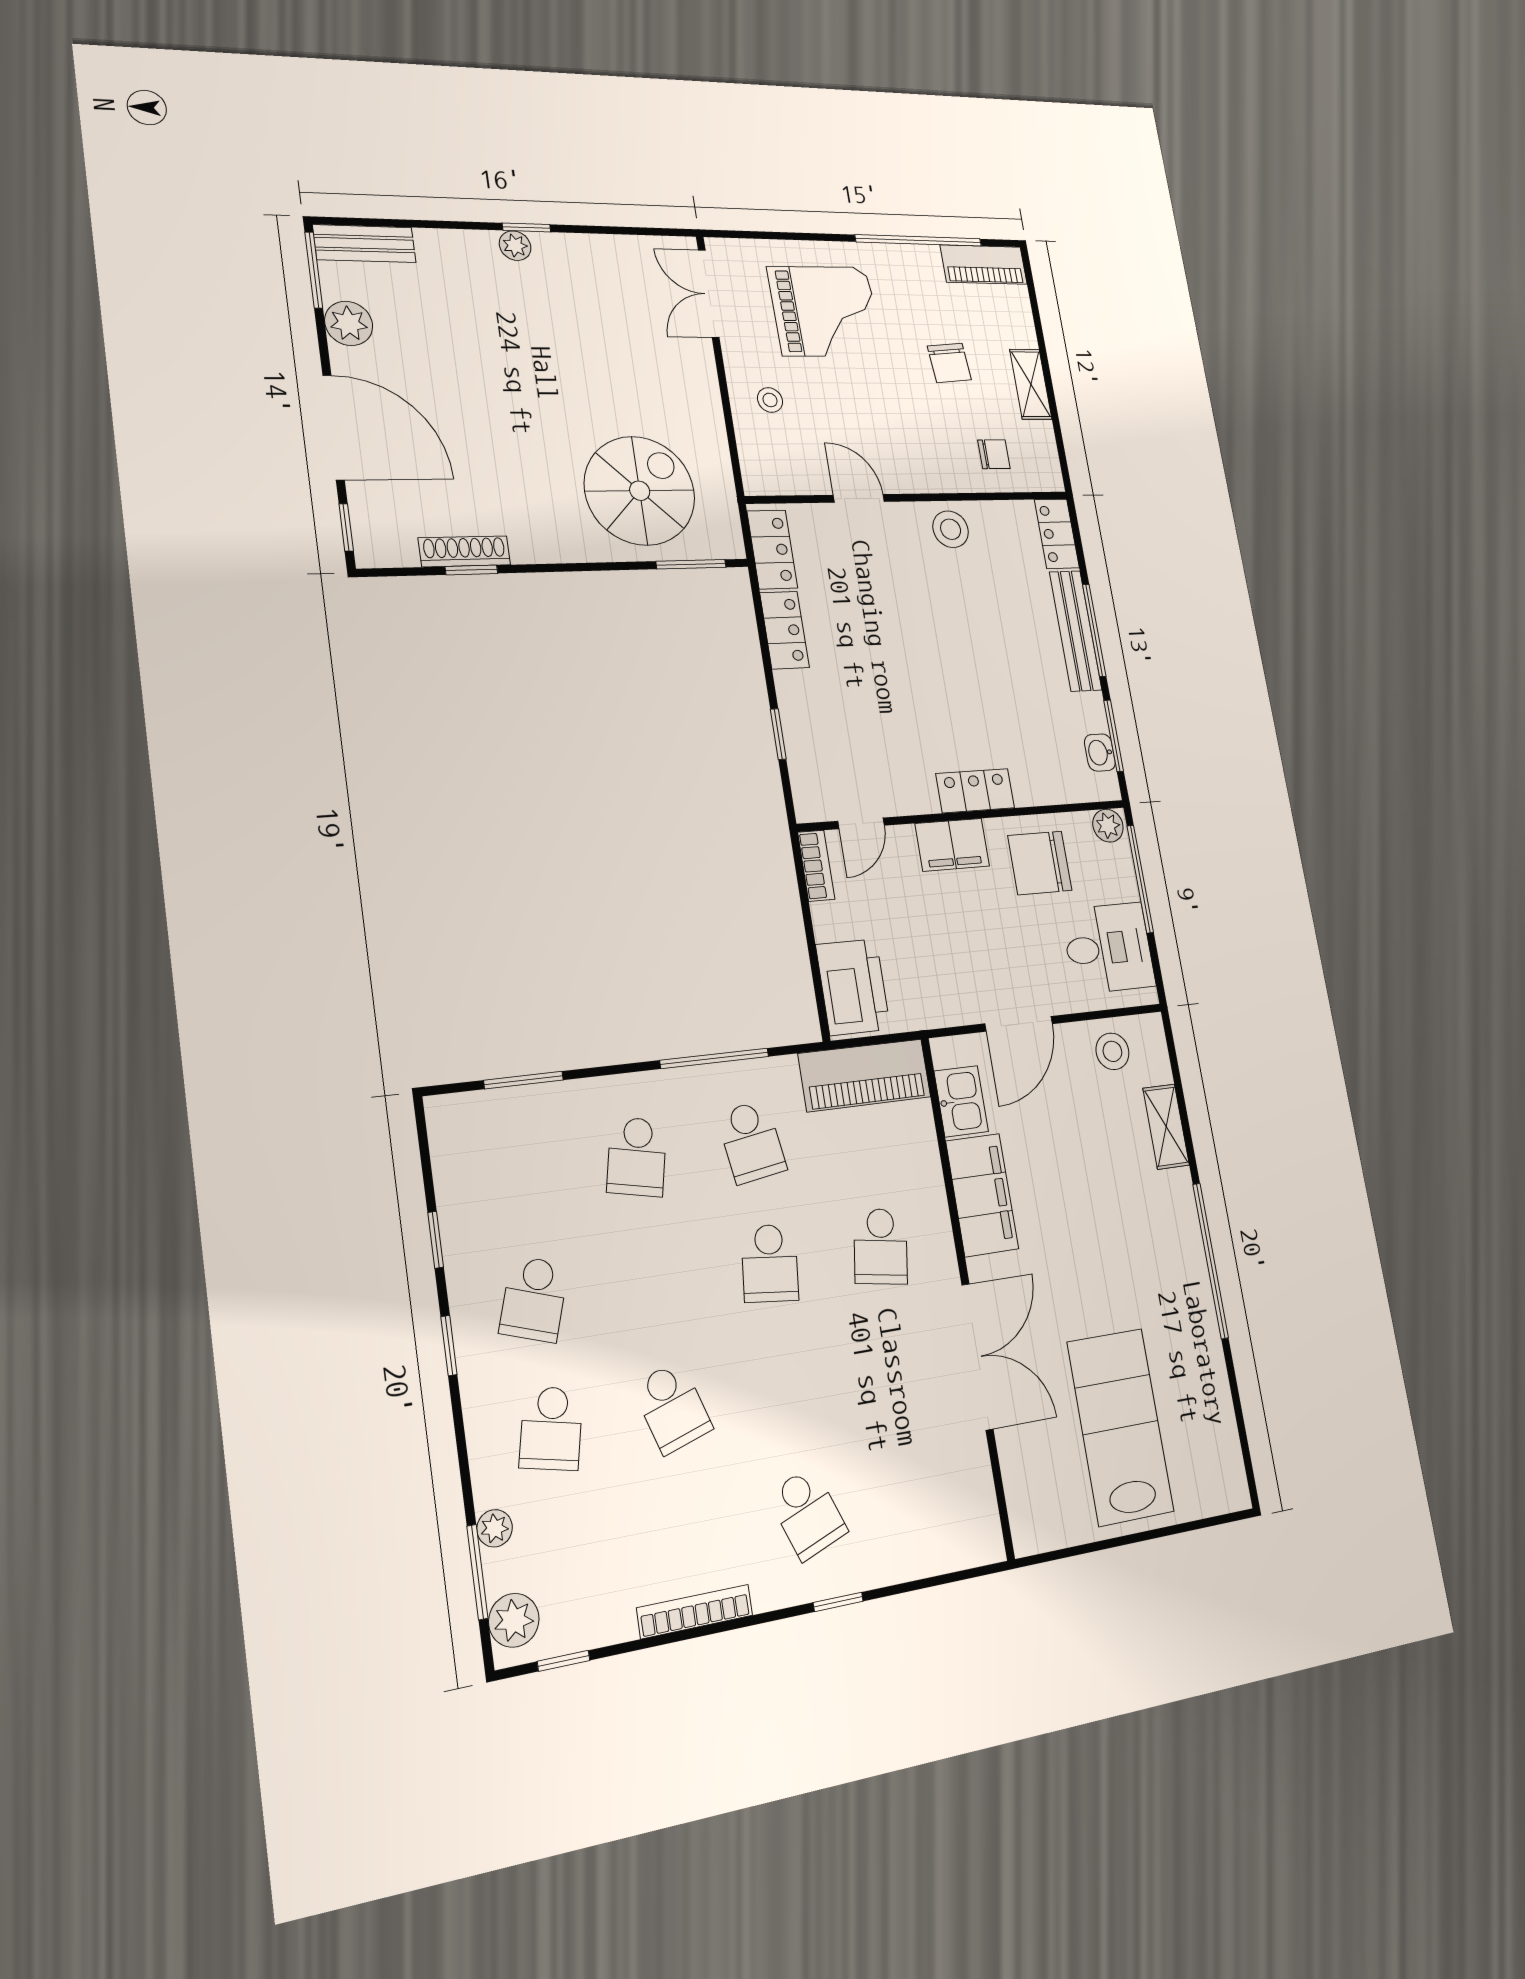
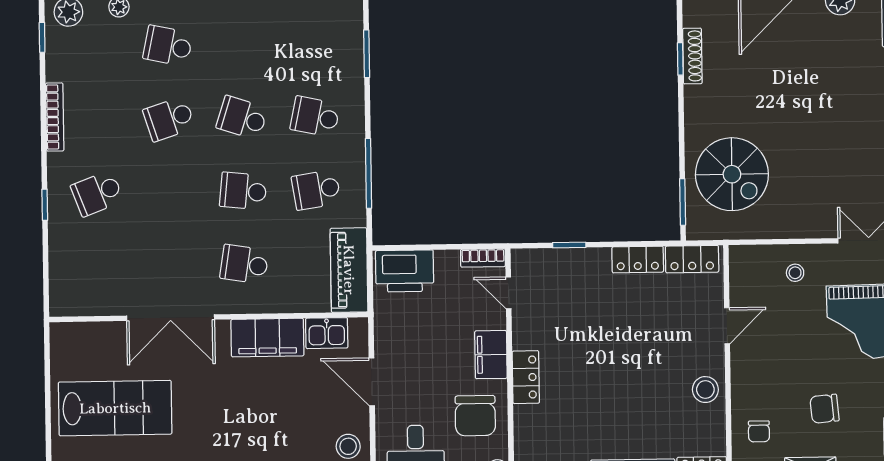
chair: (1040, 863) -> (475, 416), turned 180
school desk: (534, 1299) -> (242, 118), moved

